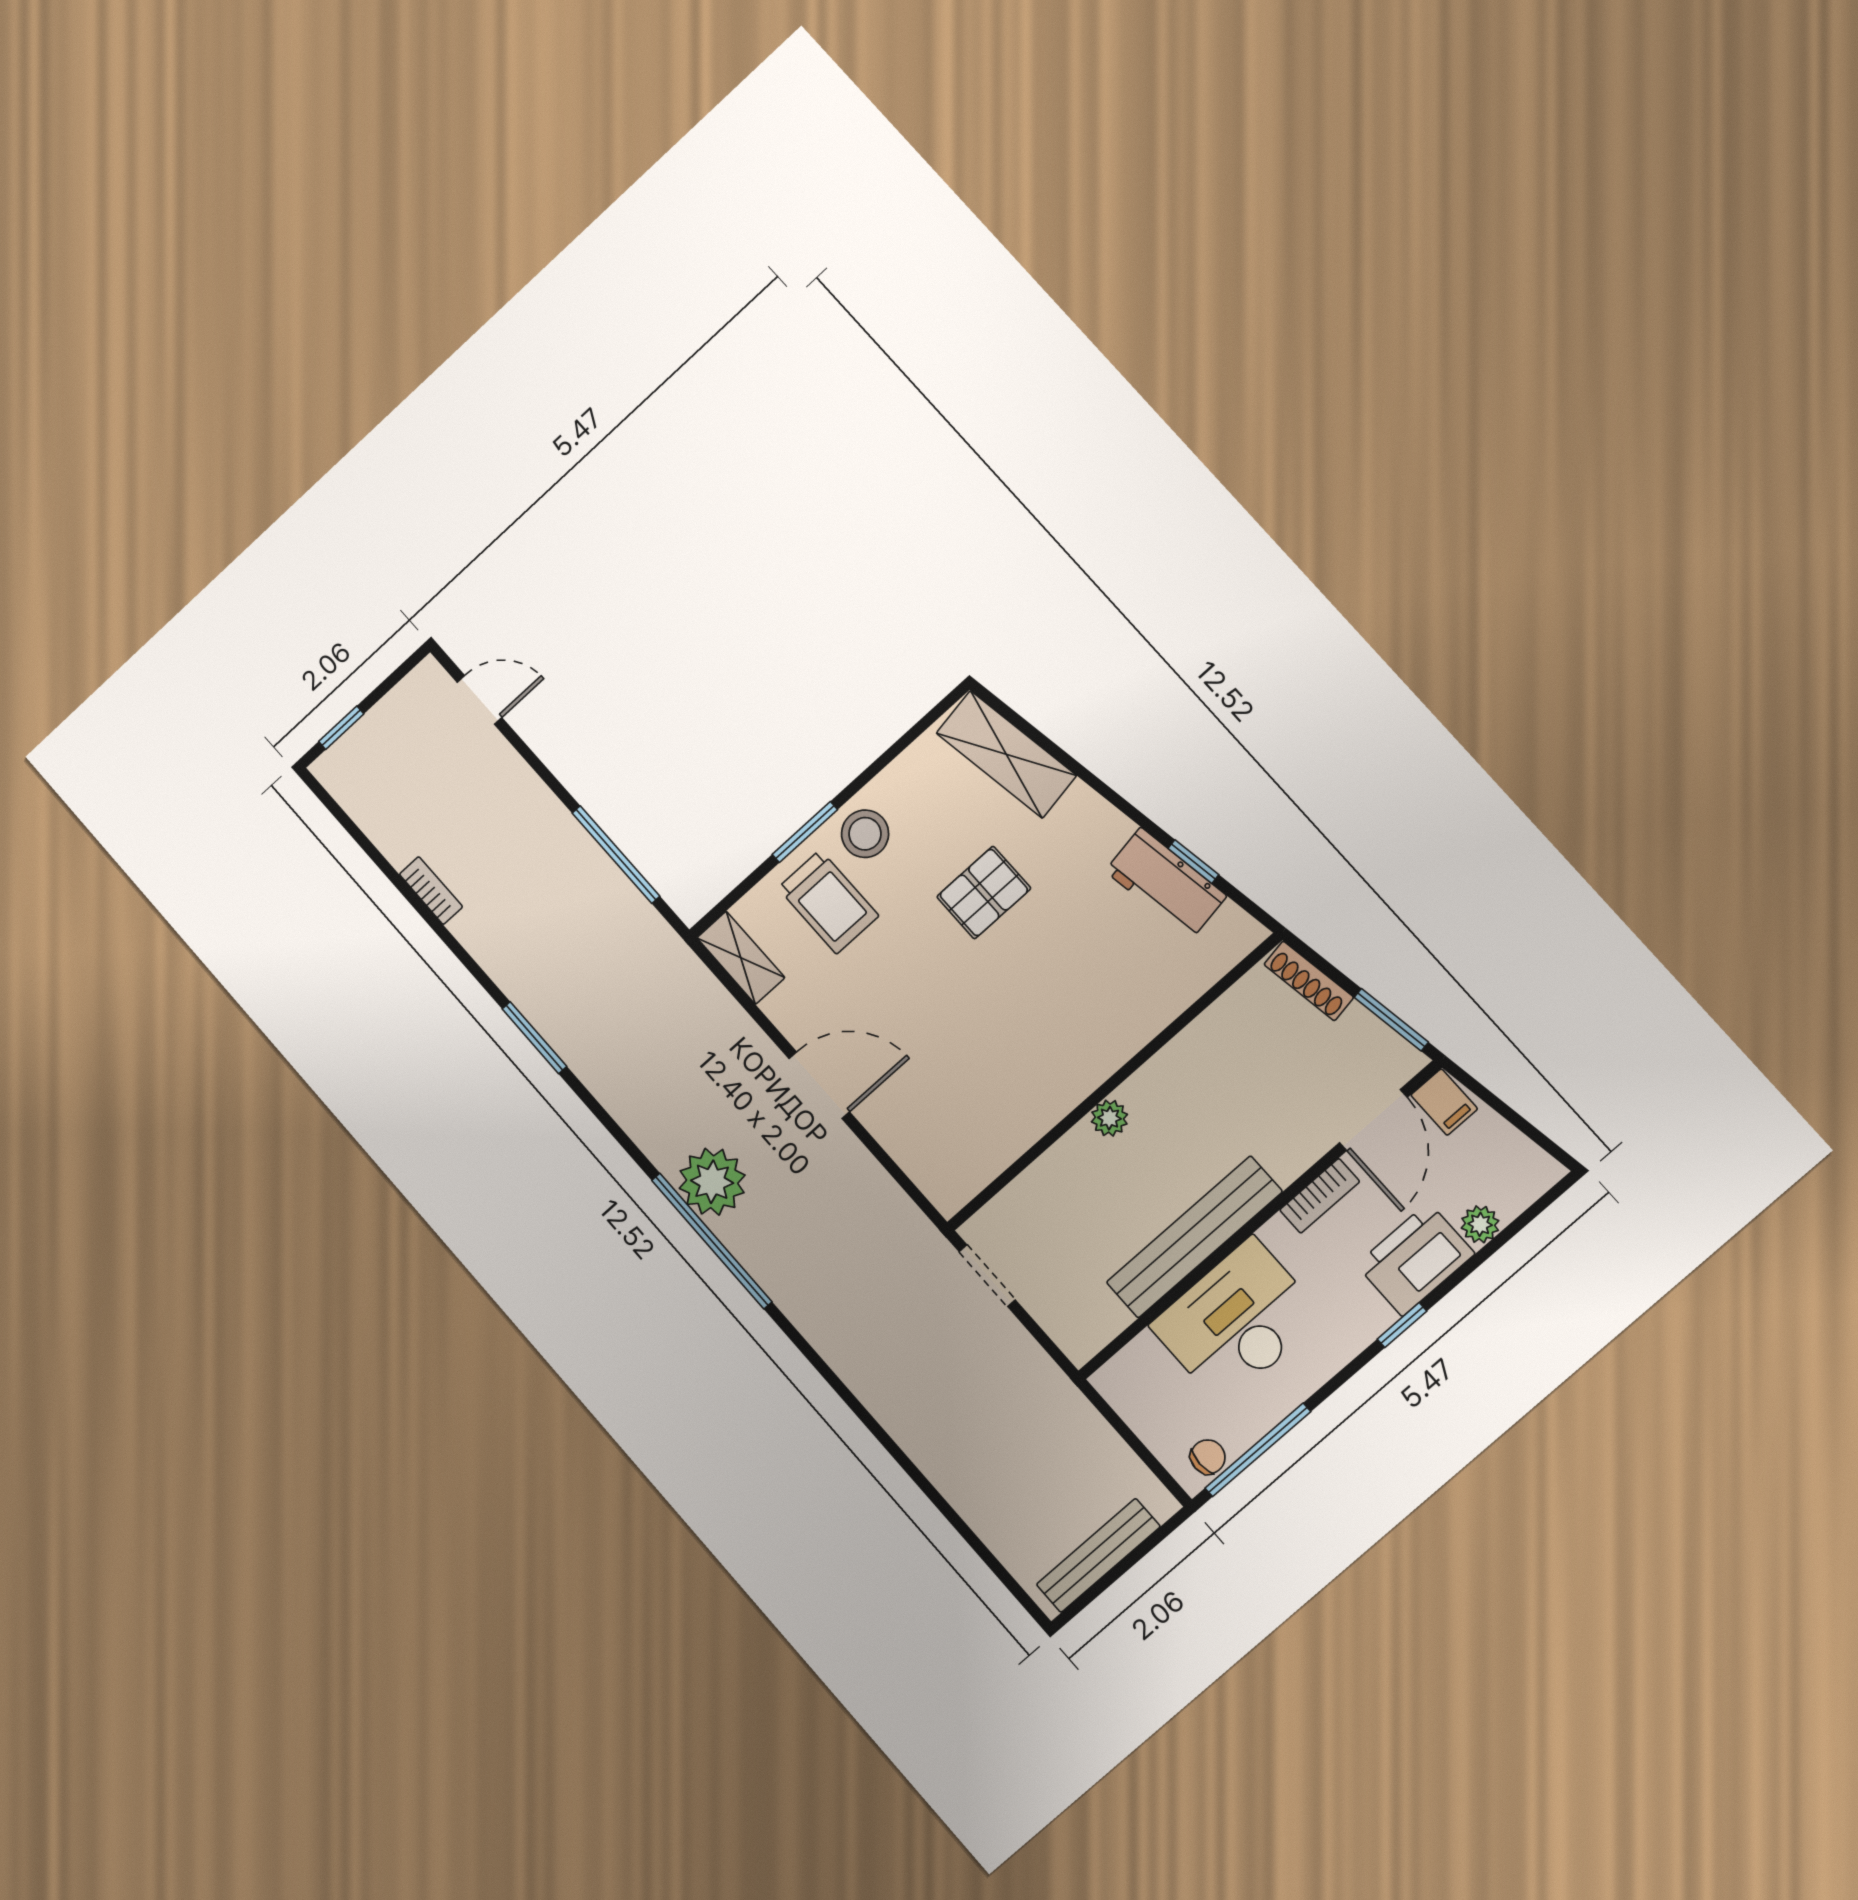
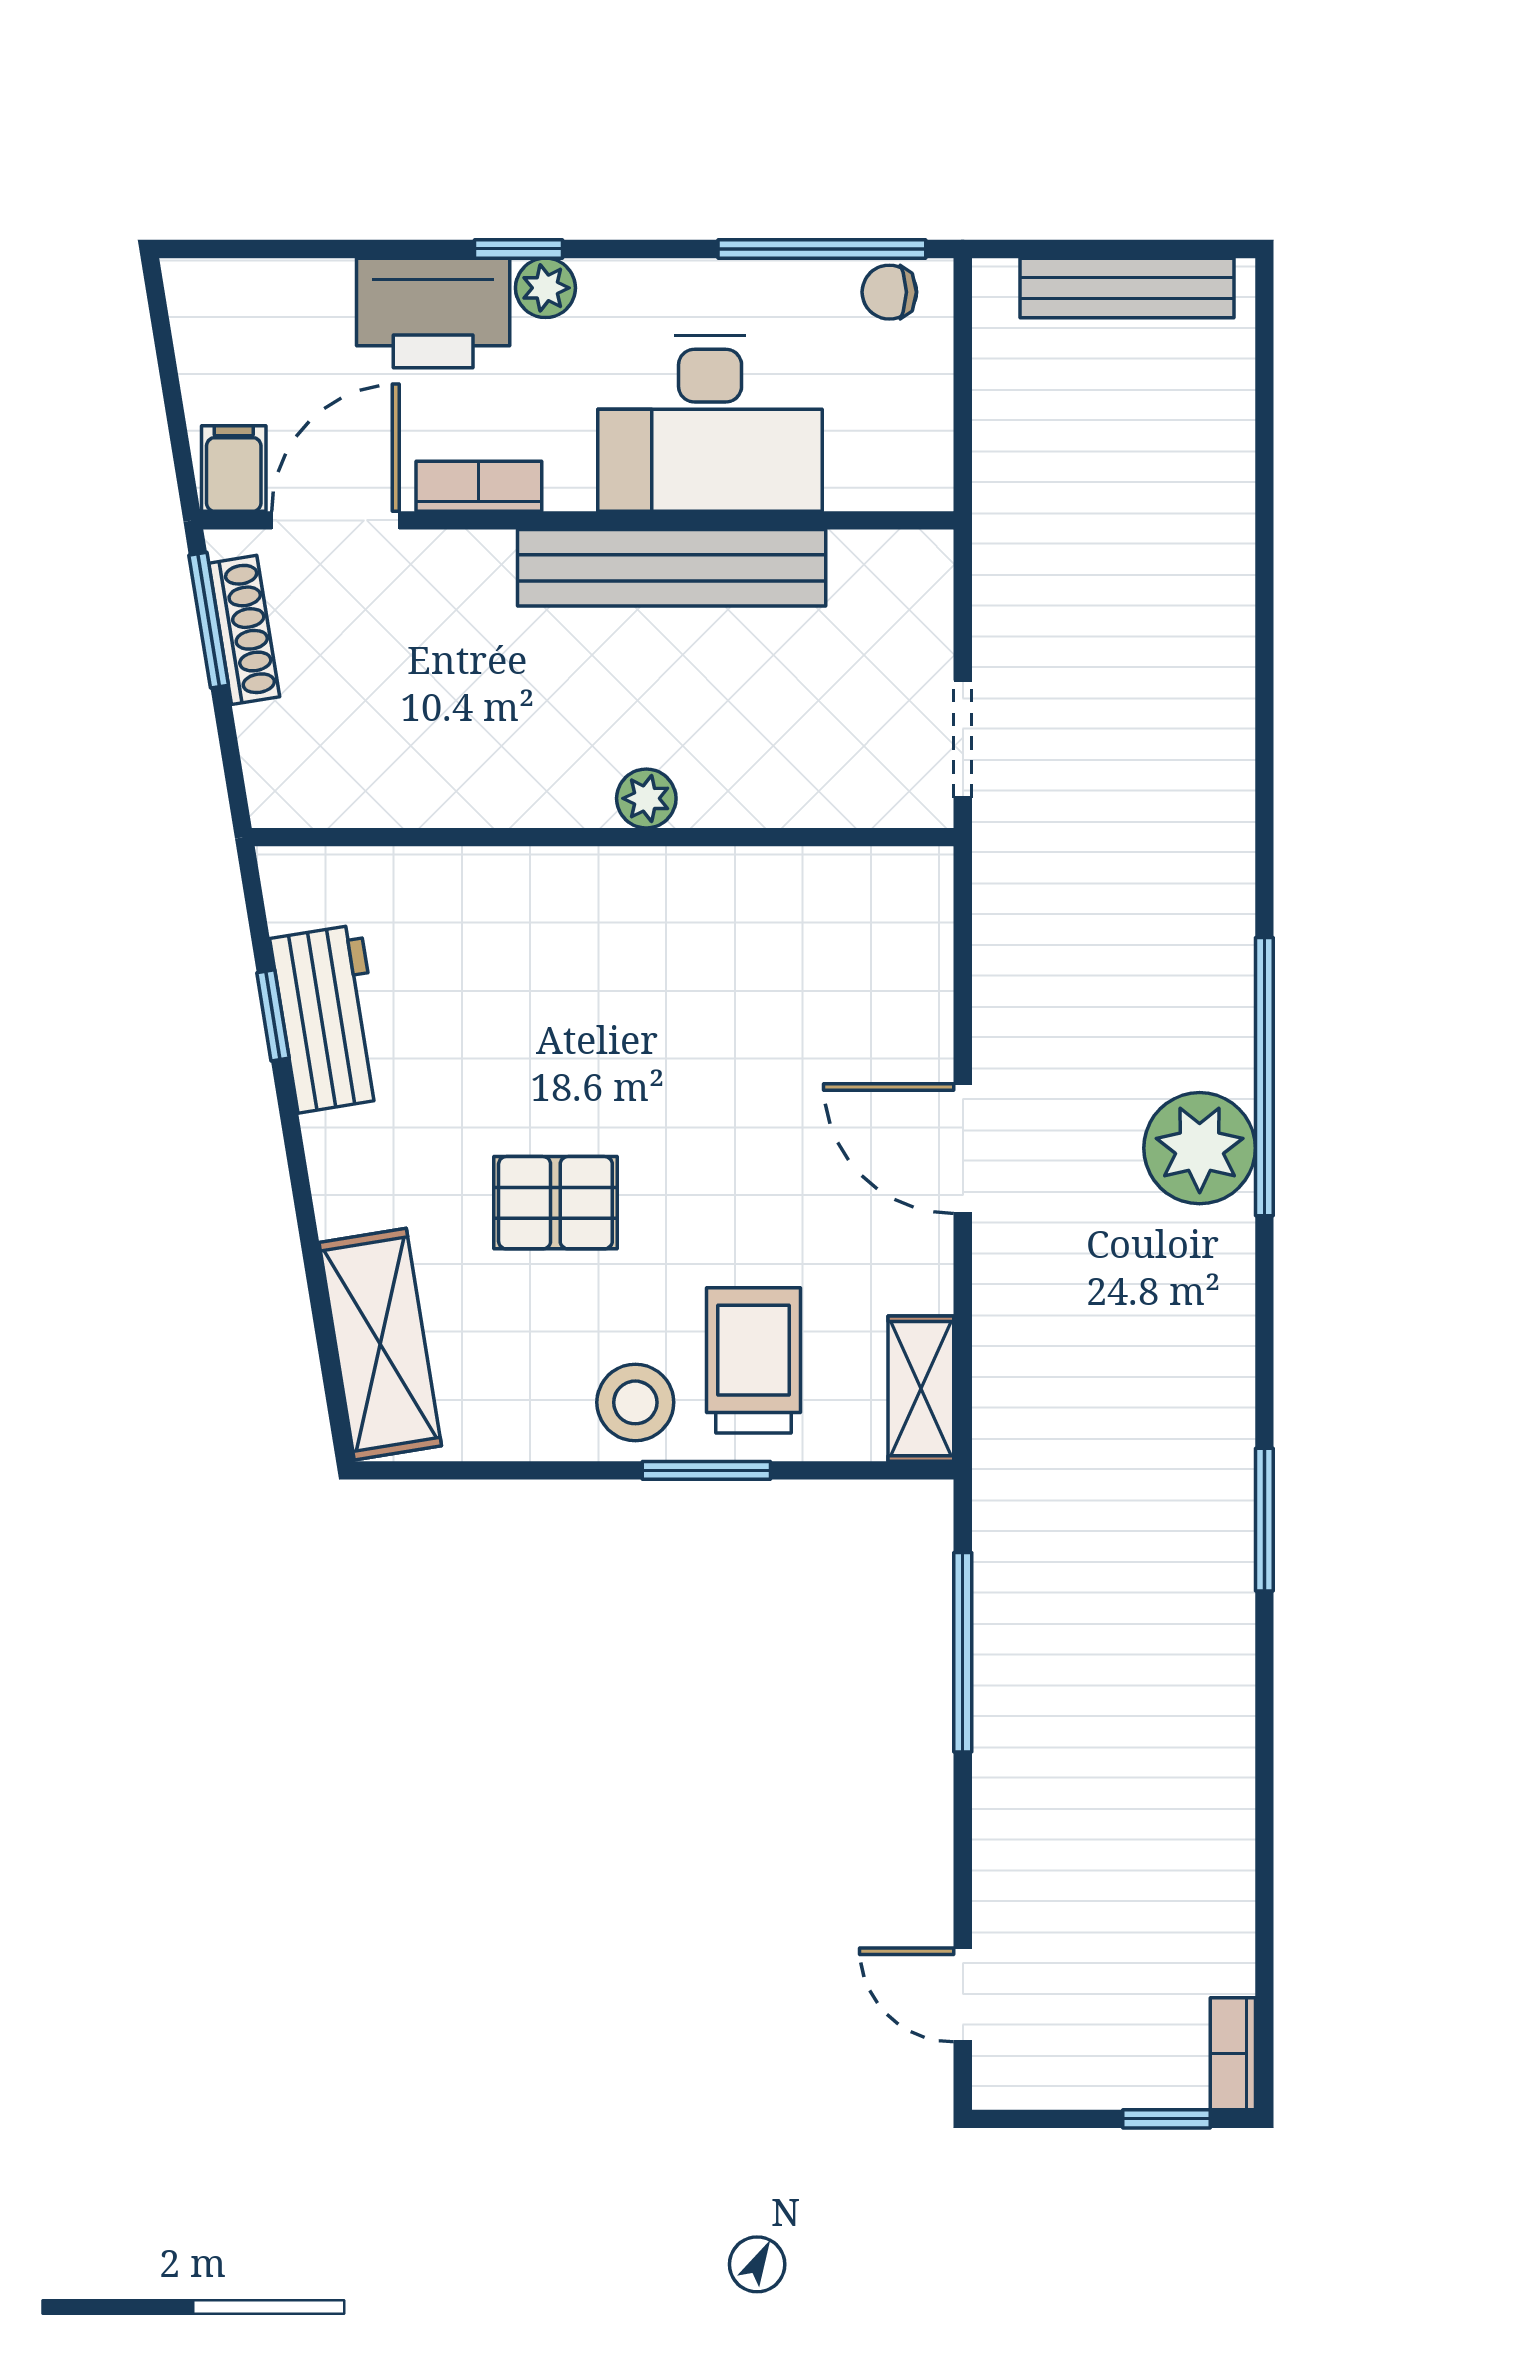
bookcase: (431, 891) -> (1233, 2054), moved
shoe rack: (1309, 981) -> (244, 630), moved
plant: (1480, 1224) -> (545, 288), moved

